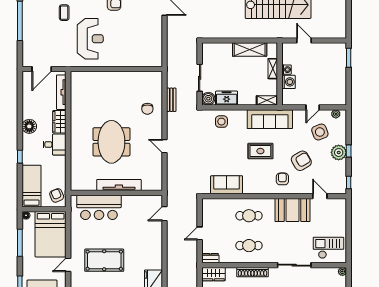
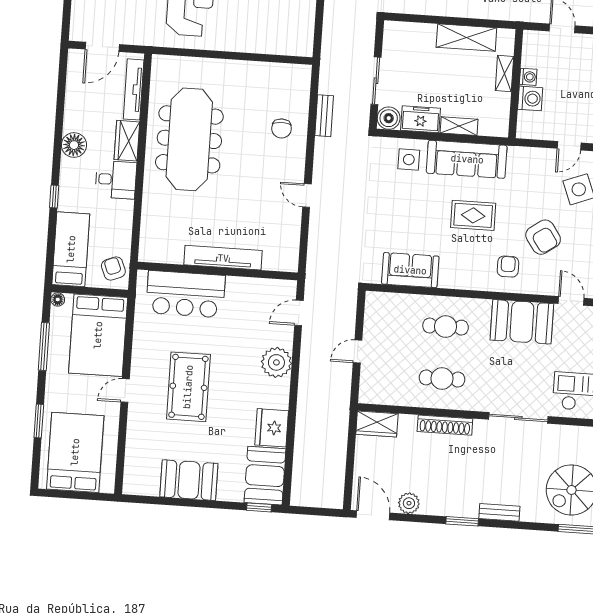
shelving: (267, 100) -> (459, 126), moved
sofa: (270, 119) -> (467, 159), moved
meeting table: (111, 142) -> (189, 139), moved, width x1.36
armchair: (301, 161) -> (543, 237), turned 86
plant: (154, 243) -> (276, 362), added
dresser: (210, 258) -> (373, 396), removed
pool table: (104, 260) -> (188, 387), turned 90

